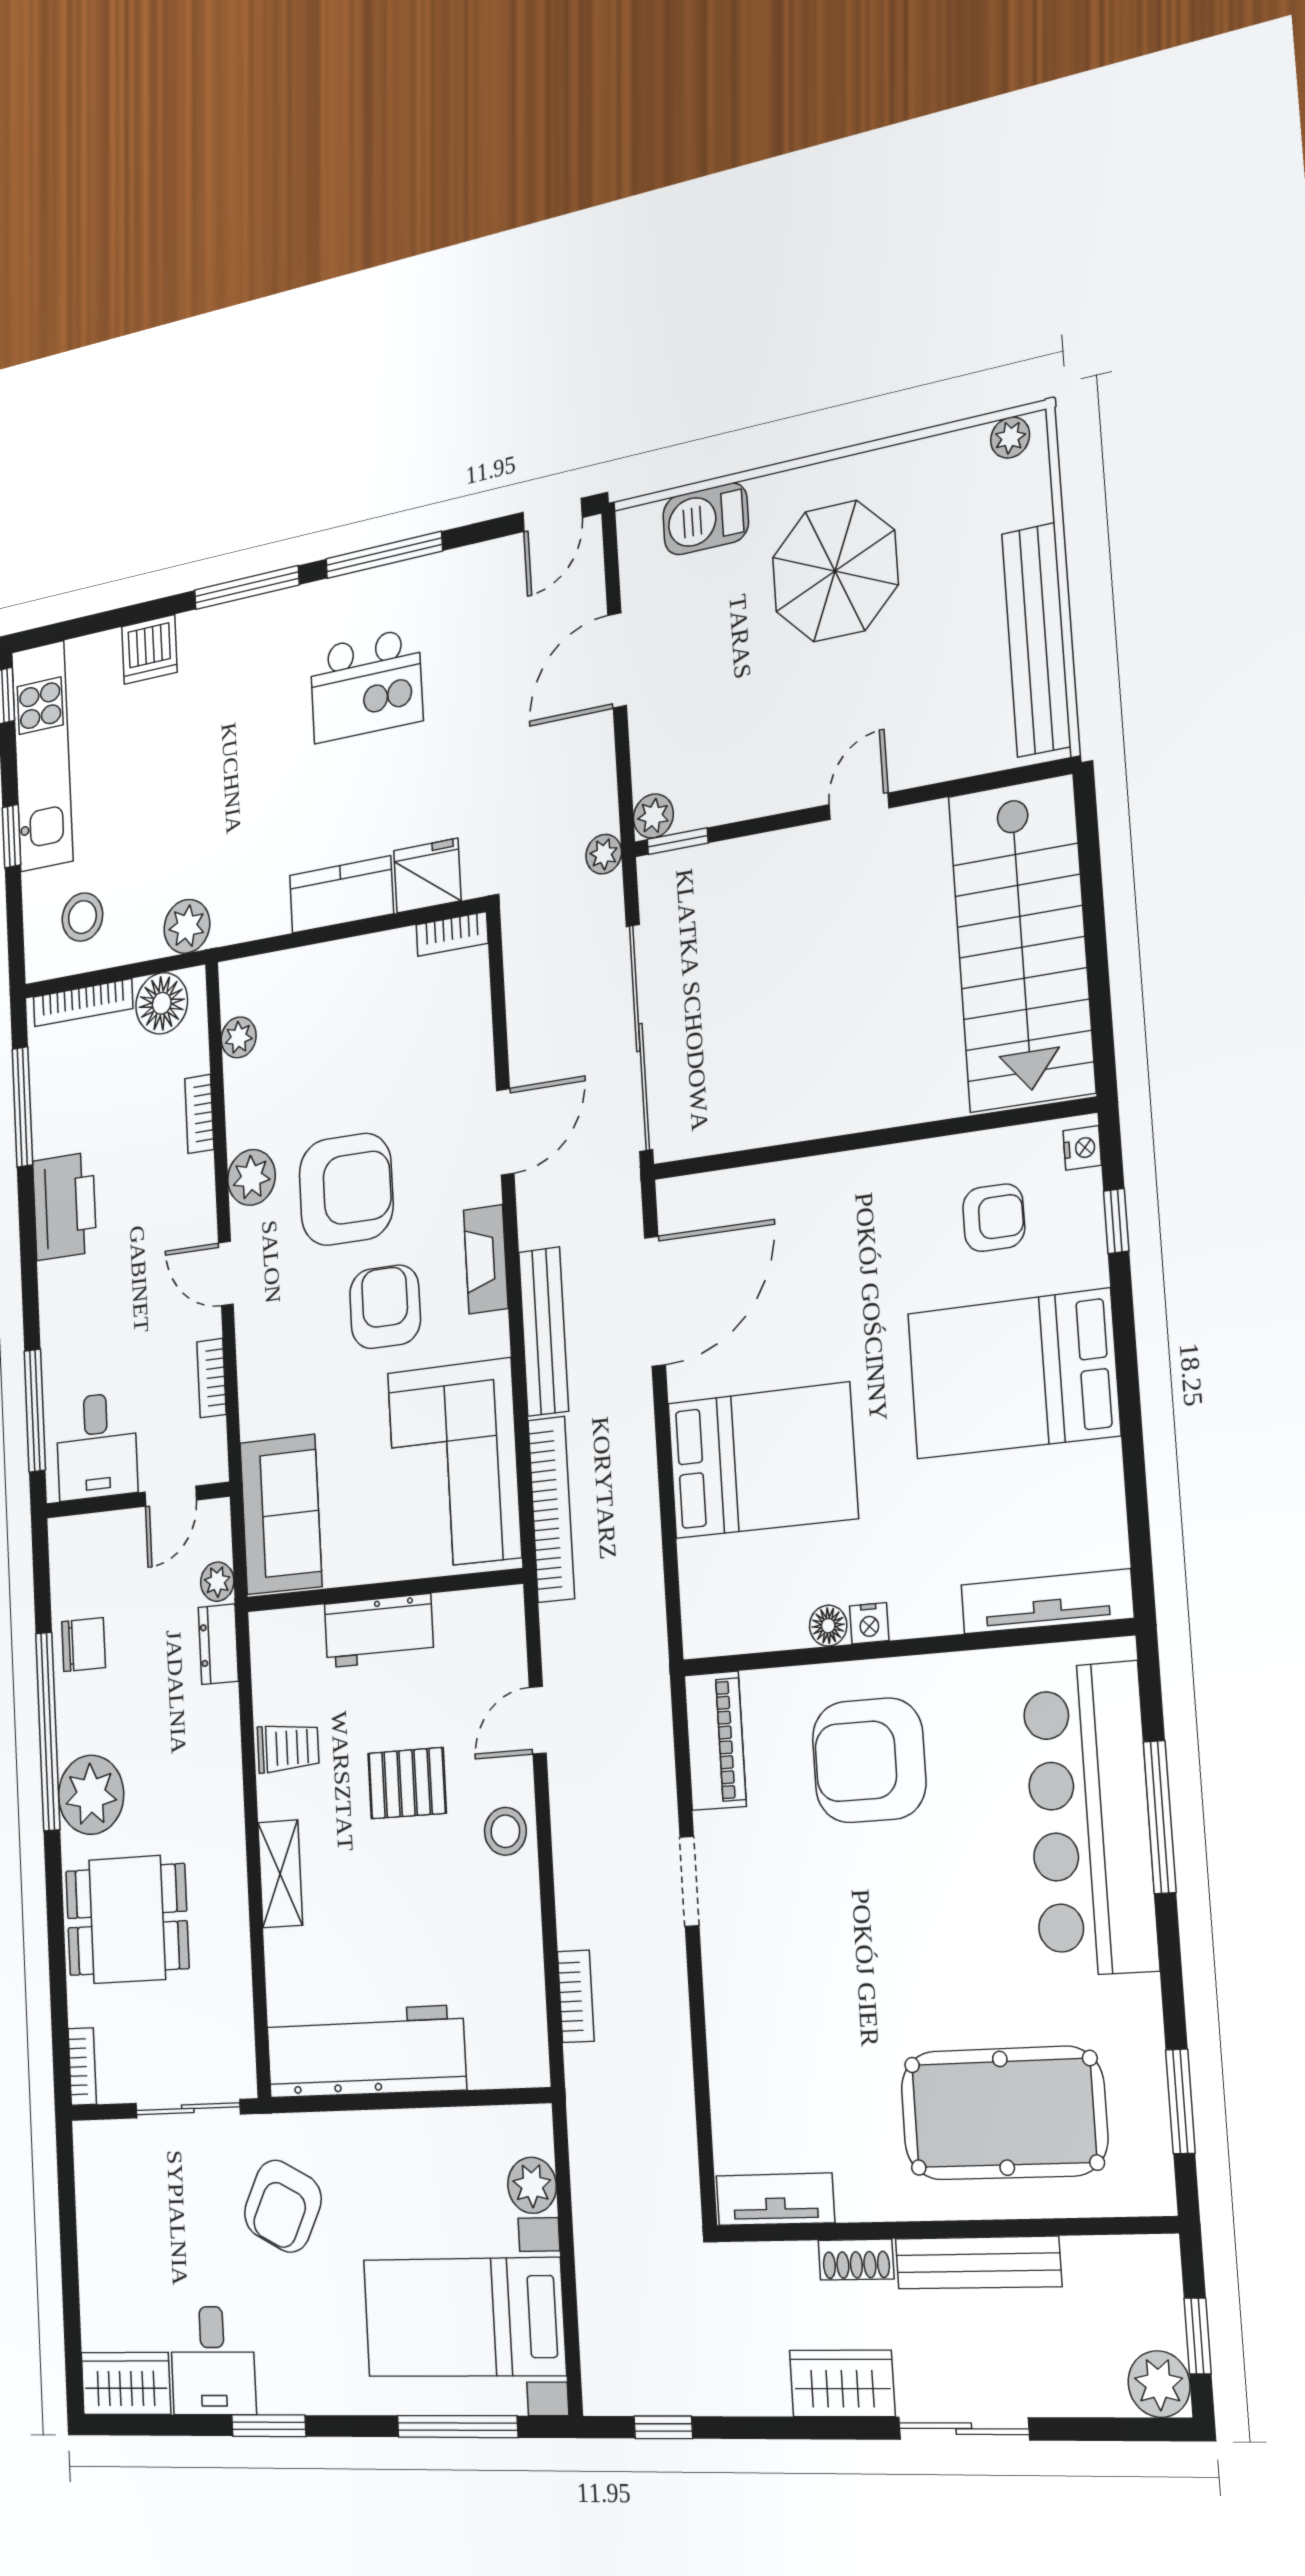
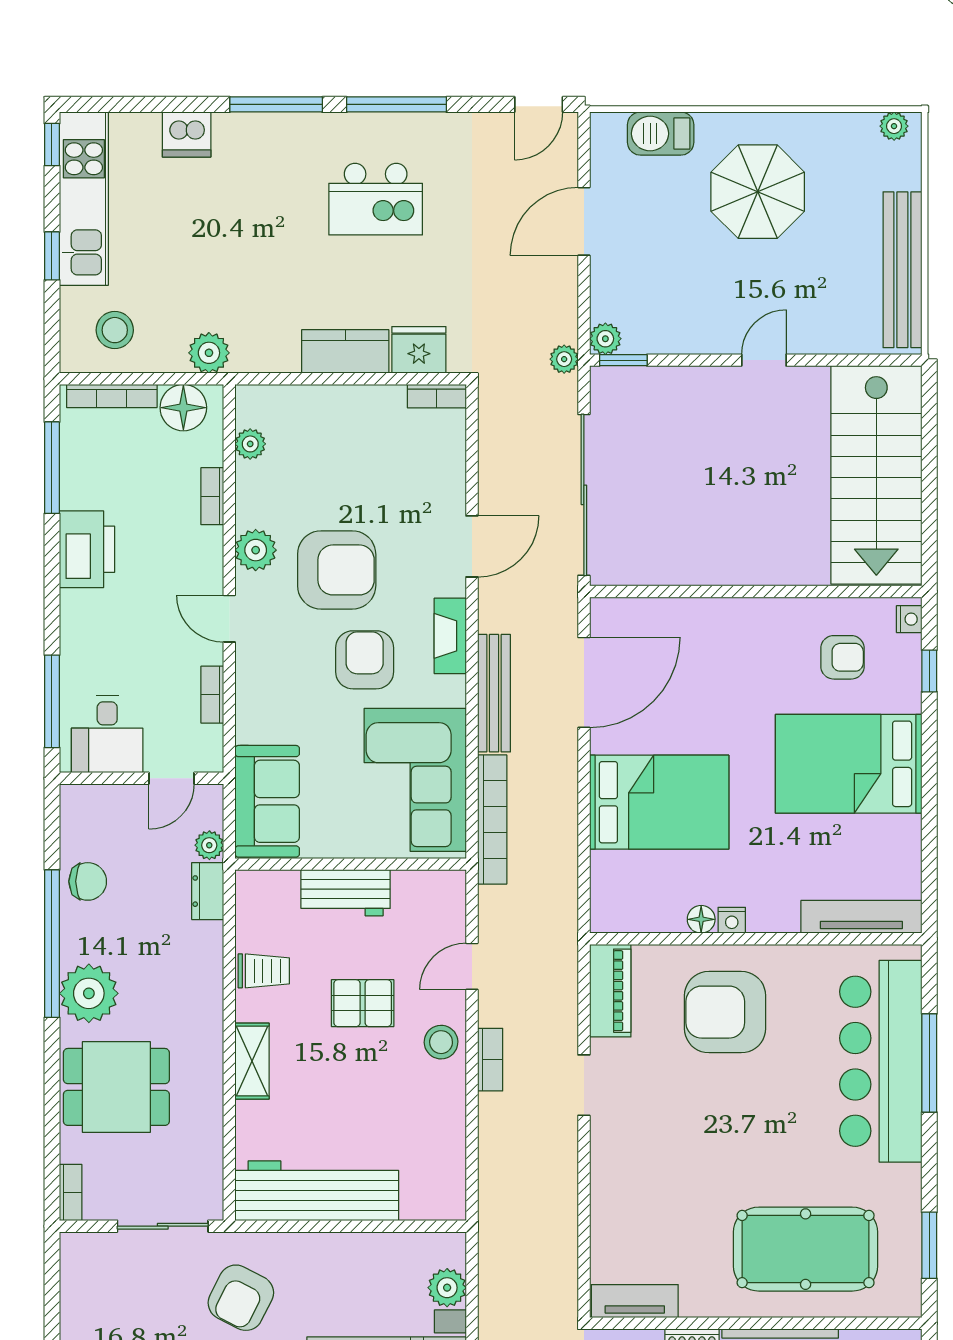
bookcase: (576, 1996) -> (490, 1060), moved

